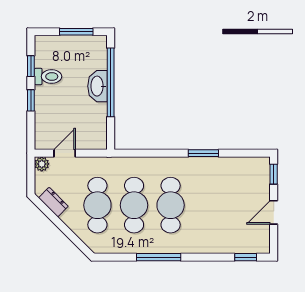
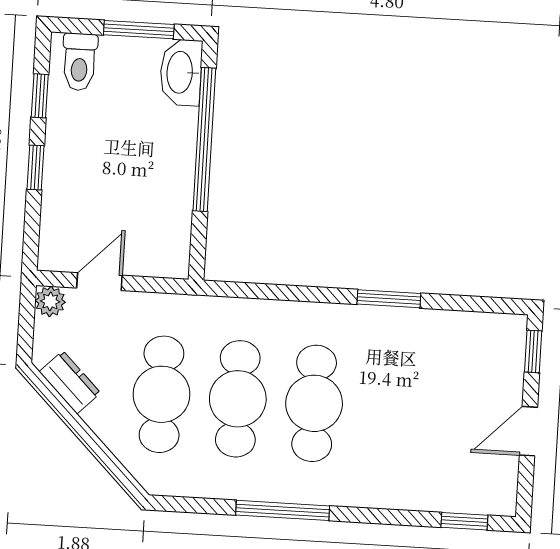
toilet: (48, 76) -> (79, 62), moved, turned 90
washbasin: (98, 86) -> (181, 72), moved

